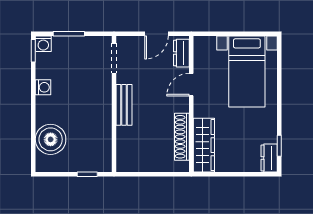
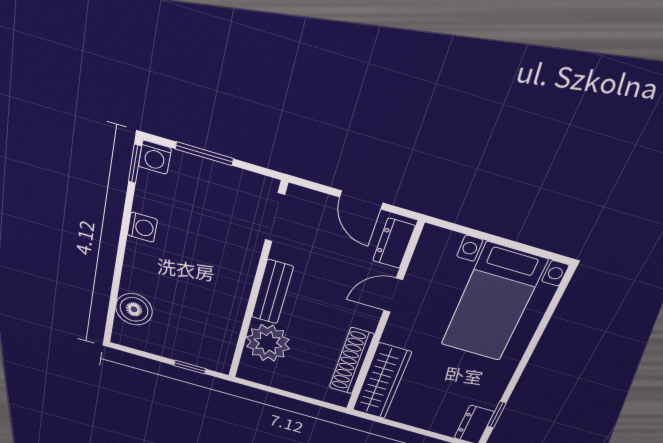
door: (157, 34) -> (361, 200), hinge flipped
boiler: (51, 139) -> (134, 309), width x0.73, depth x0.73
plant: (130, 141) -> (268, 343), added

